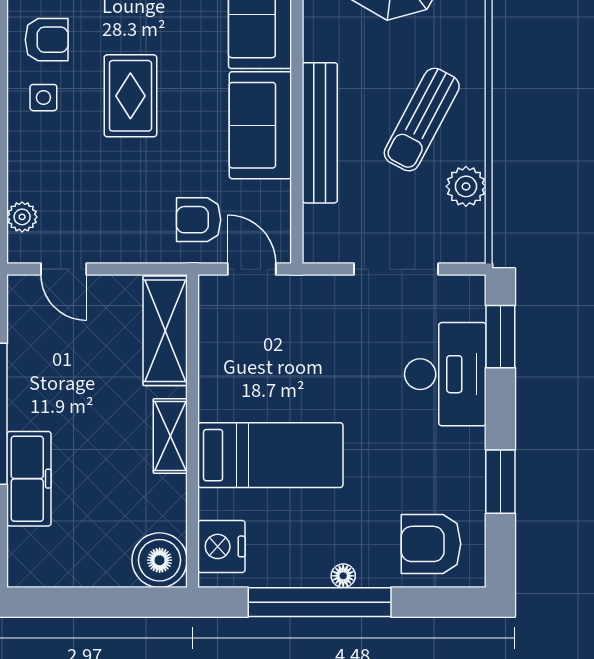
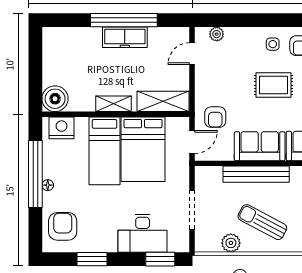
armchair: (199, 220) -> (215, 117), turned 180
bed: (267, 373) -> (143, 149), added
freezer: (29, 479) -> (125, 37), moved

